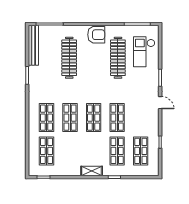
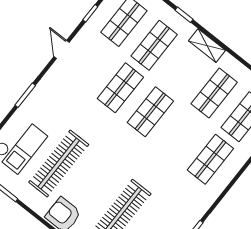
door: (160, 103) -> (62, 49), moved
shop shelf: (70, 118) -> (214, 93), moved

